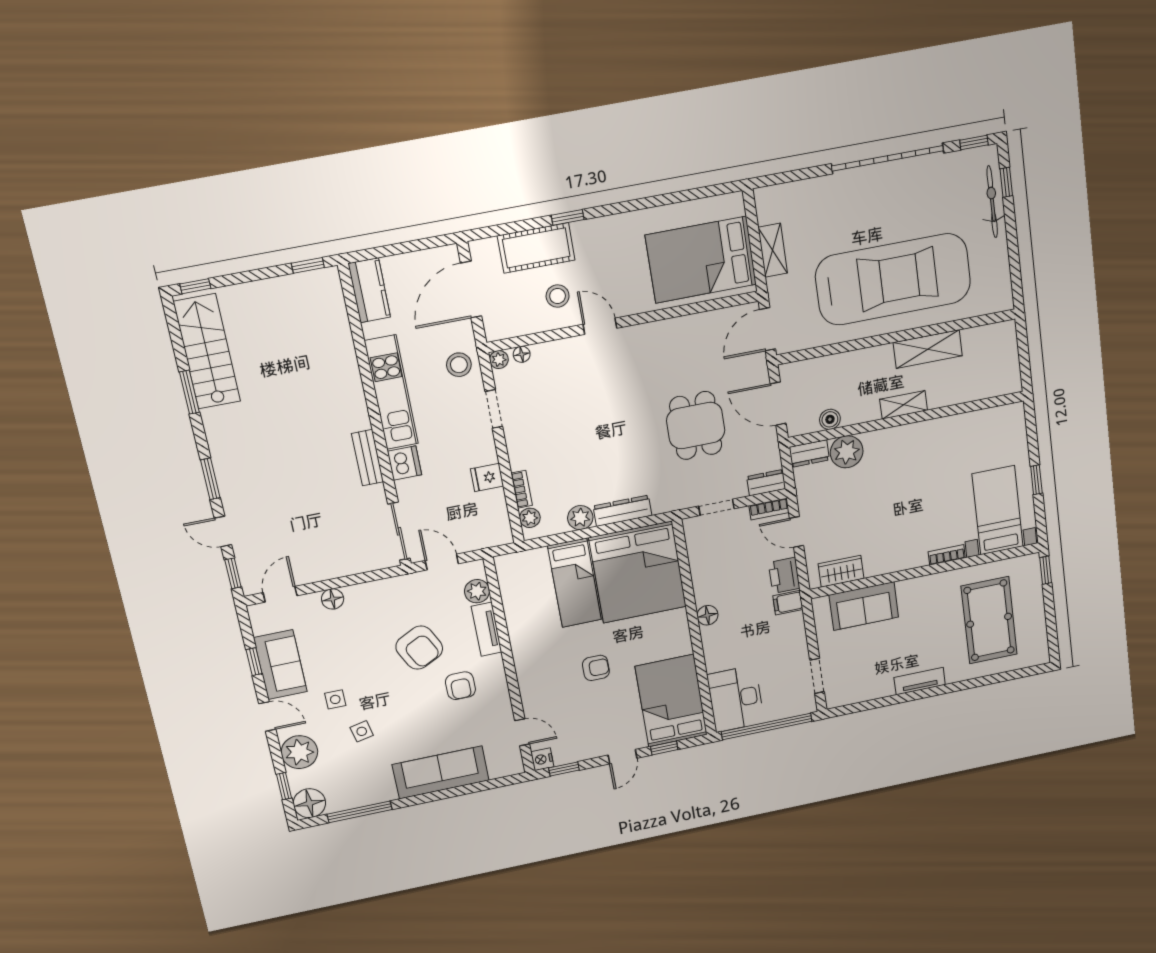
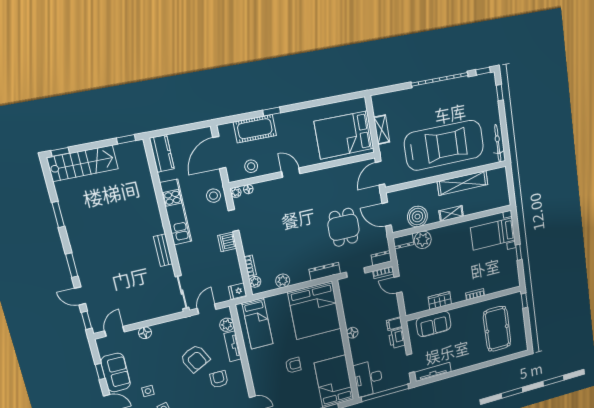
bicycle: (992, 202) -> (498, 143), moved
stool: (558, 296) -> (251, 166), moved
shelving: (928, 349) -> (463, 183), width x1.47
stairs: (207, 352) -> (83, 163), moved, turned 90
boiler: (830, 419) -> (417, 217), width x1.86, depth x1.86
dishwasher: (404, 463) -> (227, 242), moved, turned 180
fridge: (487, 477) -> (238, 291), moved
bed with nightstands: (998, 510) -> (493, 234), moved, turned -90
dresser: (622, 511) -> (325, 271), moved
door: (442, 562) -> (207, 309), hinge flipped
wardrobe: (841, 571) -> (440, 301), moved
printer: (784, 575) -> (397, 338), moved
bed: (575, 583) -> (257, 323), moved
tv unit: (920, 681) -> (433, 372), moved, width x1.41
armchair: (460, 686) -> (219, 379), turned 180

